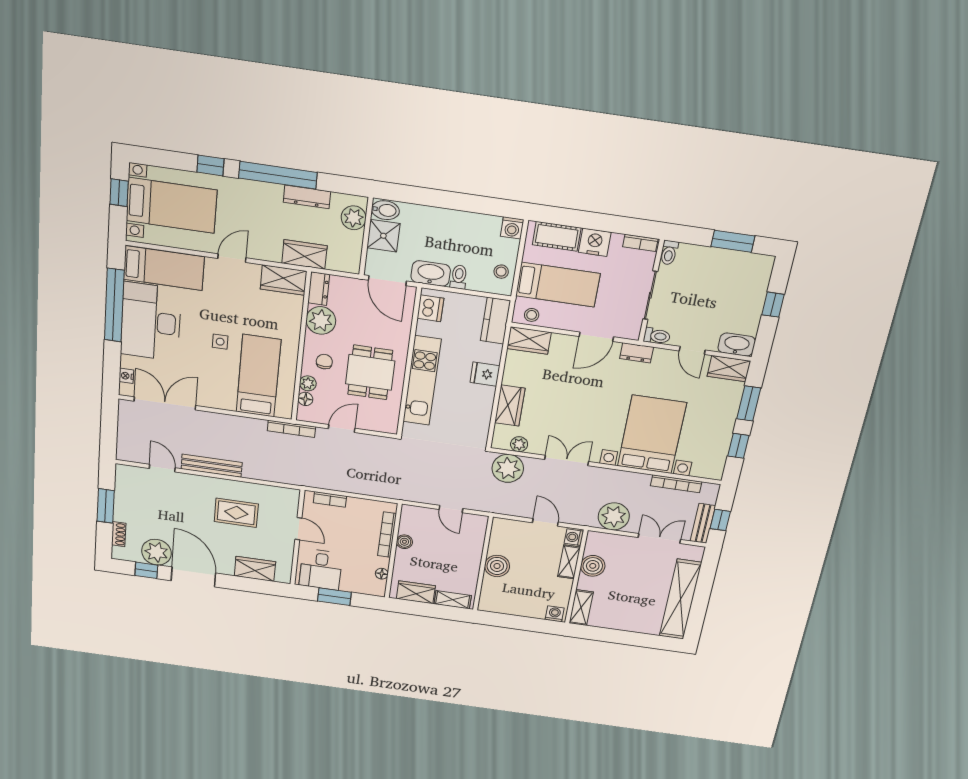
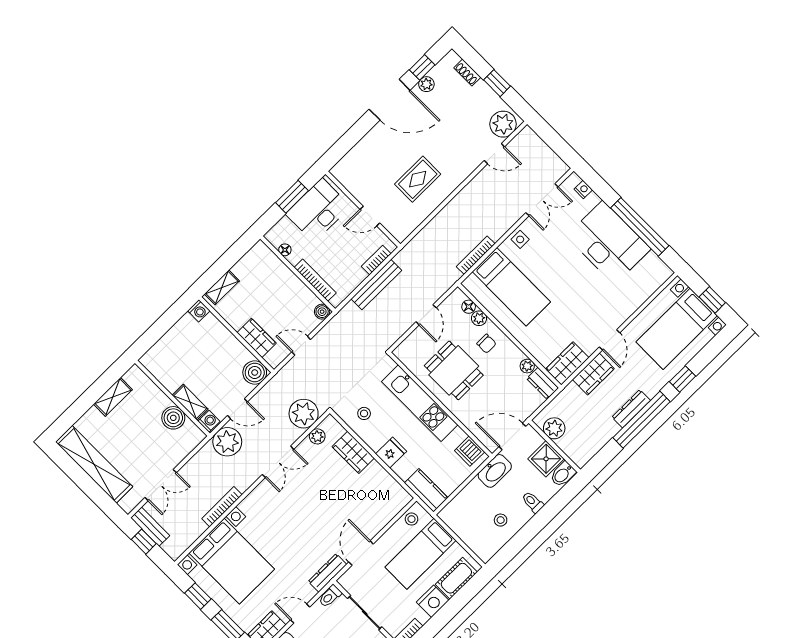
dresser: (307, 197) -> (631, 409), moved
plant: (354, 218) -> (554, 428), moved
washing machine: (512, 228) -> (485, 552), removed
wardrobe: (304, 254) -> (593, 374), moved
bed: (164, 268) -> (639, 286), removed
stool: (501, 272) -> (501, 520), moved
toilet: (459, 277) -> (533, 502), moved, turned 180
plant: (321, 320) -> (527, 366), width x0.53, depth x0.53
wardrobe: (529, 340) -> (394, 503), removed
side table: (220, 342) -> (520, 239), moved
dresser: (637, 353) -> (327, 573), width x1.44
double door: (165, 403) -> (542, 200), width x0.73
stool: (468, 420) -> (364, 413), added
bookcase: (291, 429) -> (476, 255), moved
bed with nightstands: (652, 434) -> (232, 561), moved
bench: (212, 466) -> (376, 285), moved
plant: (133, 478) -> (503, 124), added
bookcase: (676, 484) -> (222, 507), moved
window: (106, 506) -> (497, 83), width x0.67
plant: (614, 516) -> (227, 442), moved
boiler: (404, 542) -> (322, 312), moved
plant: (156, 552) -> (426, 84), width x0.53, depth x0.53
boiler: (497, 566) -> (255, 373), moved
wardrobe: (255, 569) -> (361, 154), removed
desk: (321, 569) -> (318, 210), width x1.37
wardrobe: (416, 592) -> (257, 338), moved, turned -90
shelving: (581, 608) -> (113, 397), moved, turned 90
washing machine: (555, 614) -> (199, 311), moved

